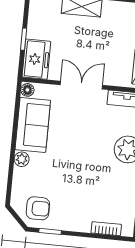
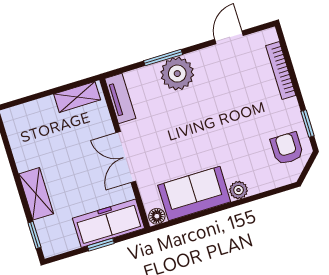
freezer: (36, 59) -> (108, 223), width x1.40
bookcase: (106, 229) -> (281, 71), width x1.56

